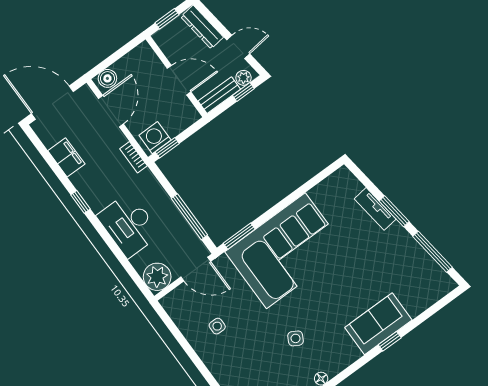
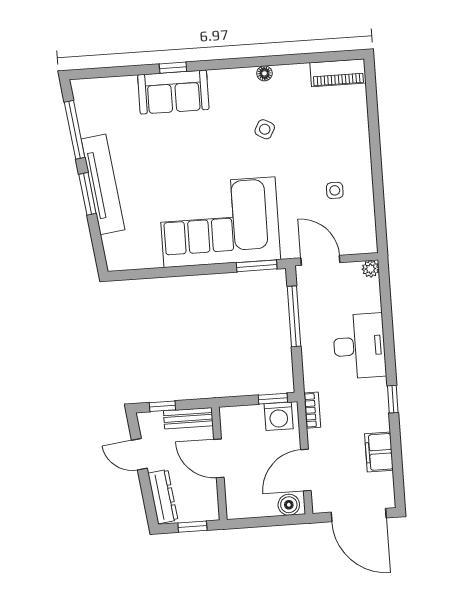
plant: (243, 78) -> (153, 420), removed
tv unit: (375, 209) -> (103, 184), width x1.92, depth x1.29
plant: (157, 277) -> (370, 269), width x0.53, depth x0.53

